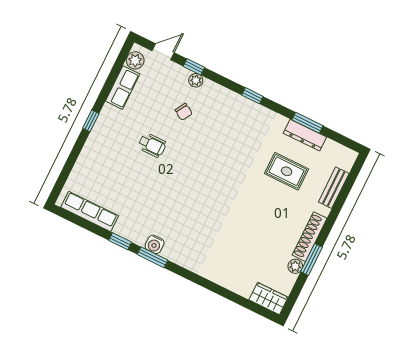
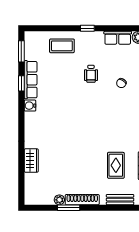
coffee table: (97, 165) -> (62, 46), added
row of seats: (90, 212) -> (31, 80), moved
window: (153, 257) -> (21, 51), moved
wardrobe: (269, 299) -> (31, 161), moved

